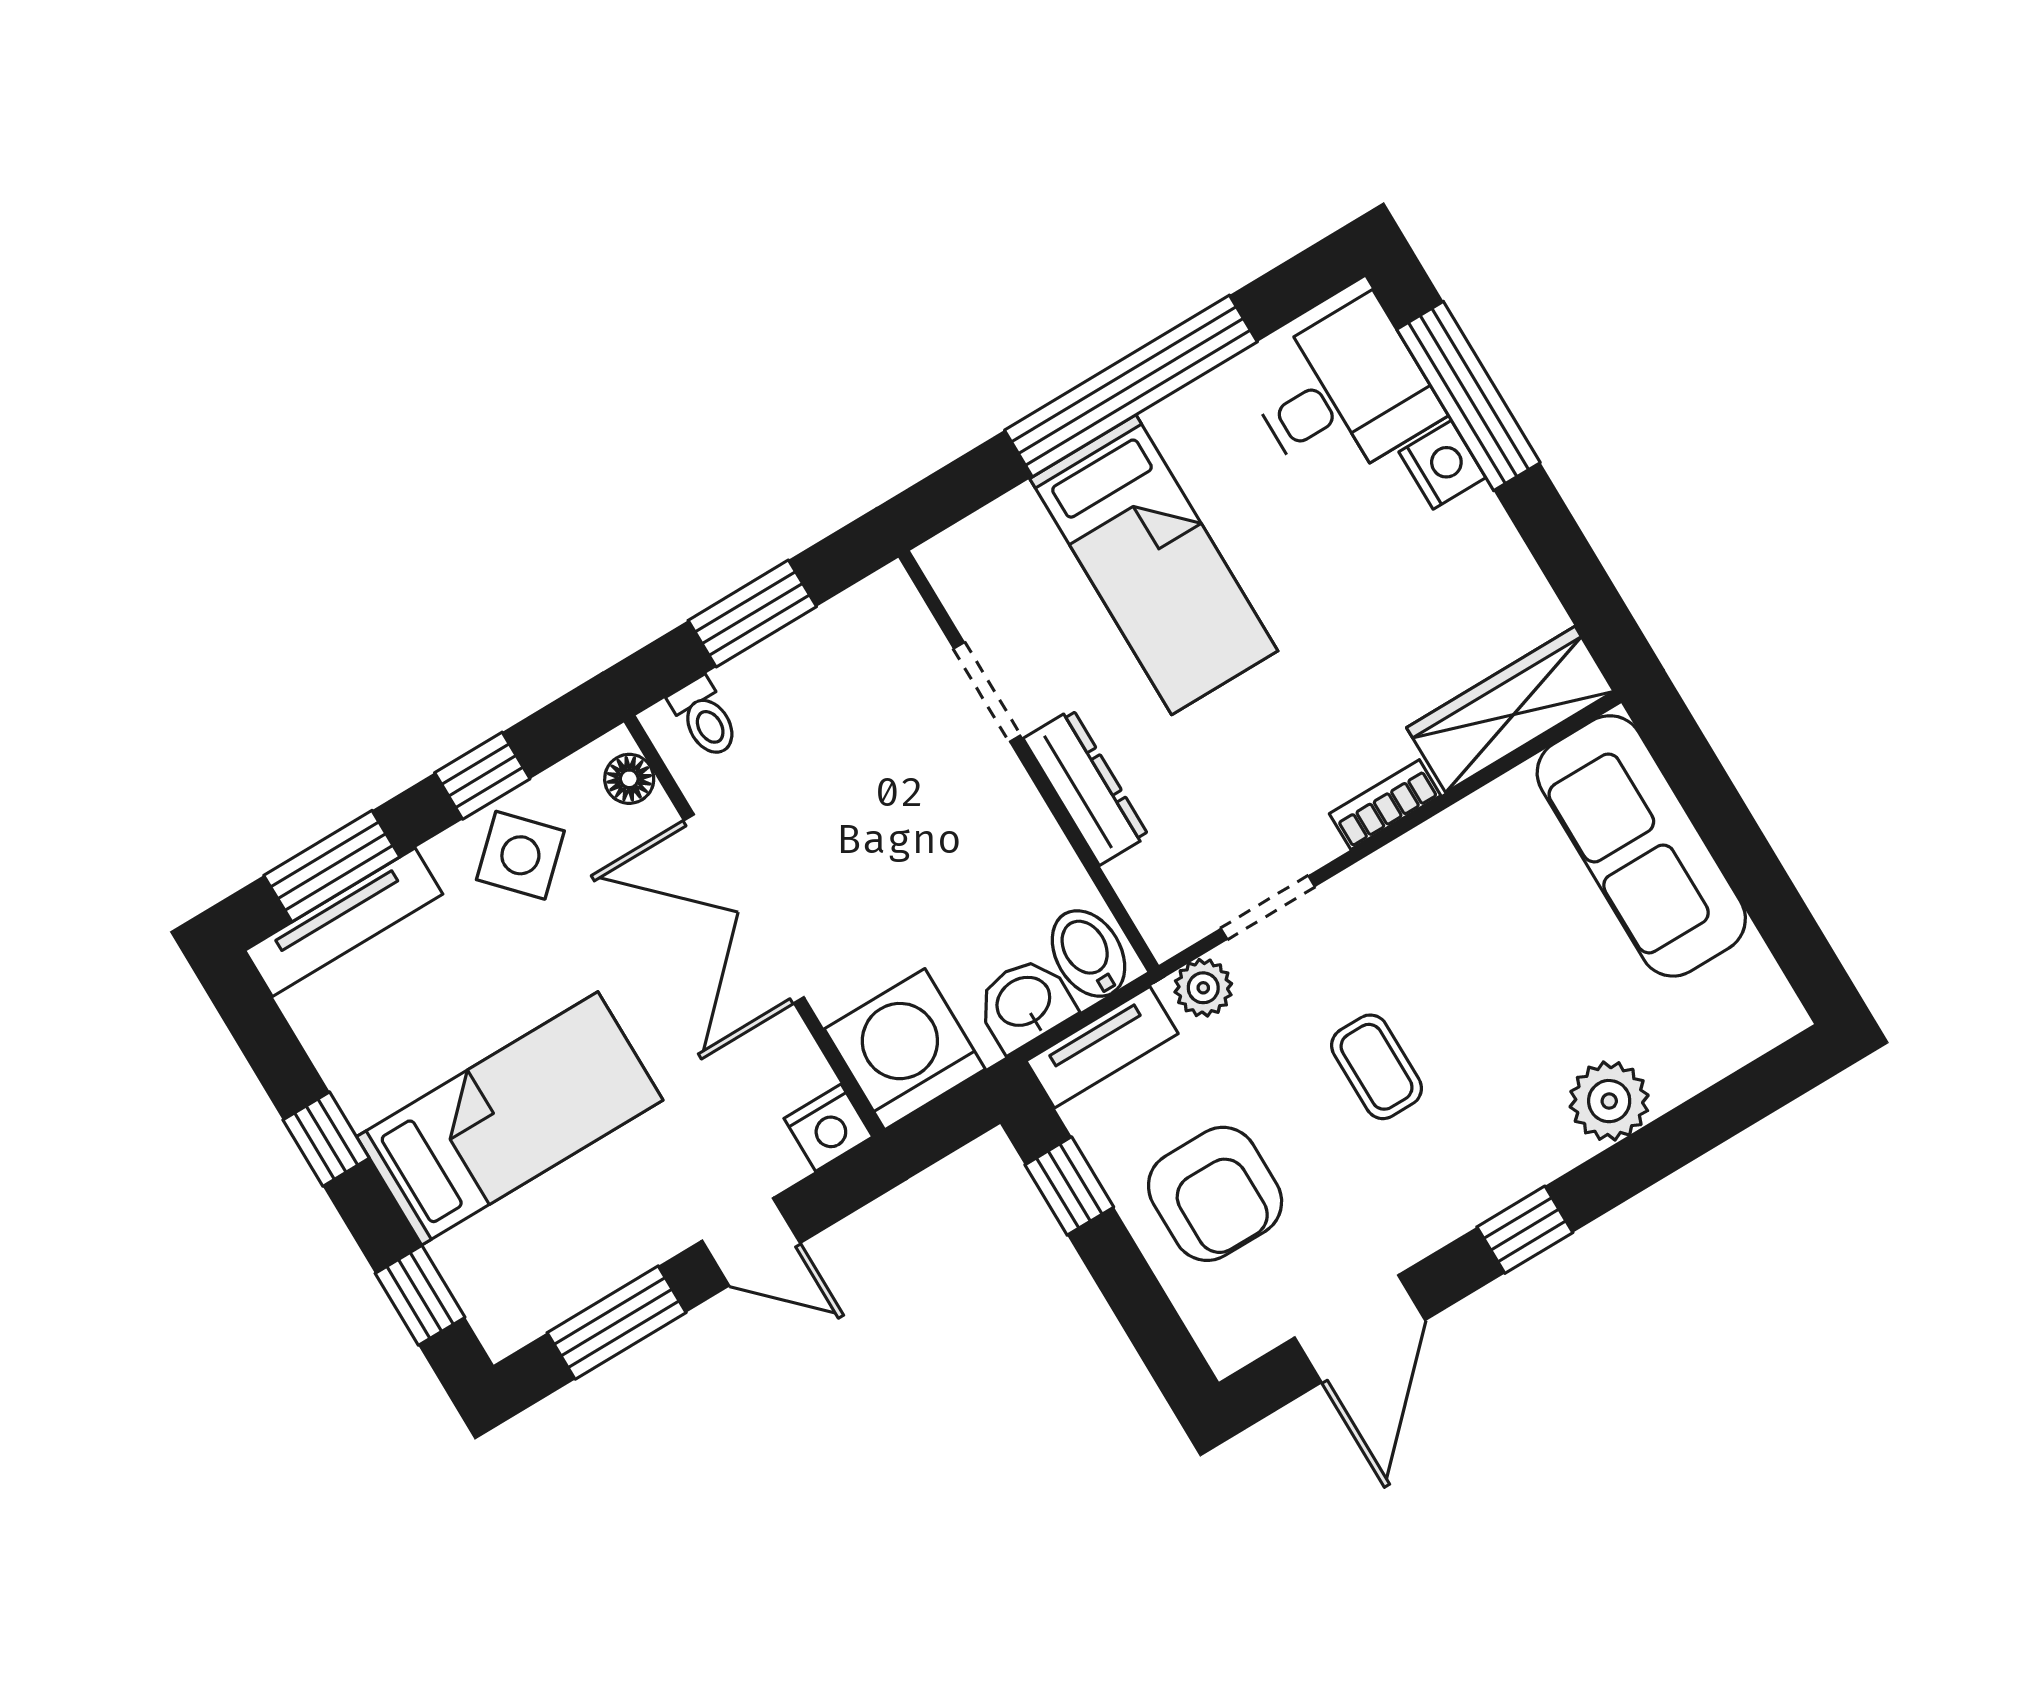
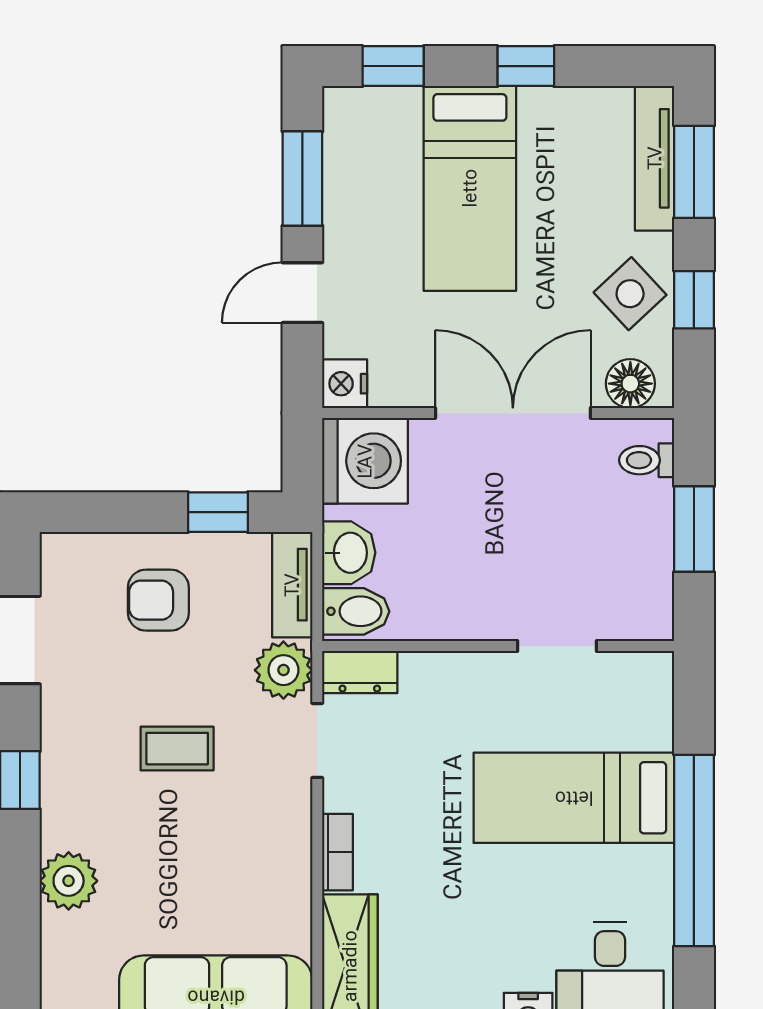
floor lamp: (629, 779) -> (630, 384), width x1.37, depth x1.37
dresser: (1086, 787) -> (360, 672), moved, width x0.70
plant: (1203, 988) -> (283, 670), width x1.38, depth x1.38
armchair: (1215, 1194) -> (158, 600), width x0.72, depth x0.72

